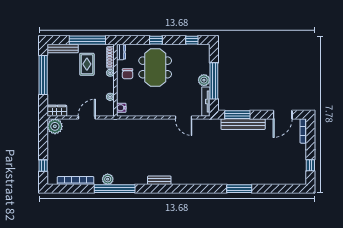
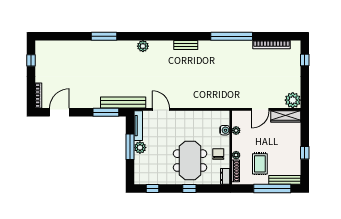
window: (87, 40) -> (272, 188), moved
window: (43, 75) -> (305, 153), width x0.32
window: (214, 81) -> (130, 147), width x0.68
water cooler: (121, 108) -> (225, 130), moved
wardrobe: (57, 111) -> (286, 116), width x1.50
bench: (243, 124) -> (123, 102), moved
plant: (108, 179) -> (143, 46), moved

